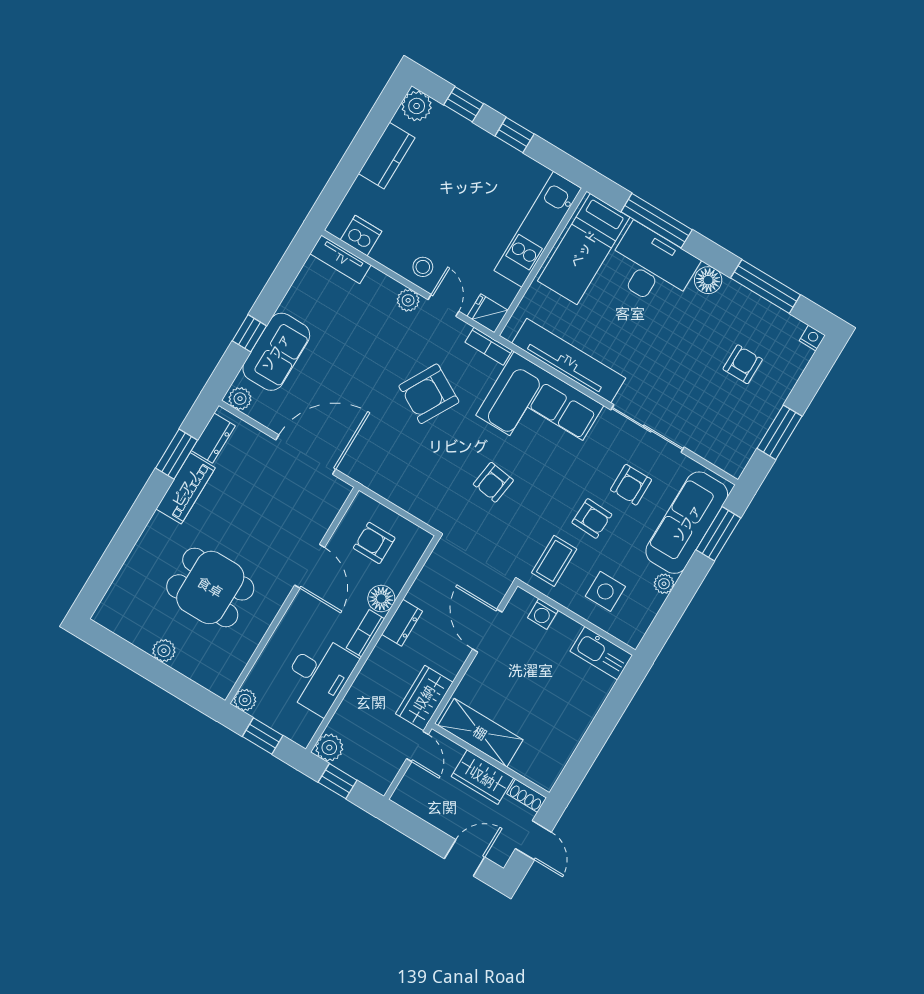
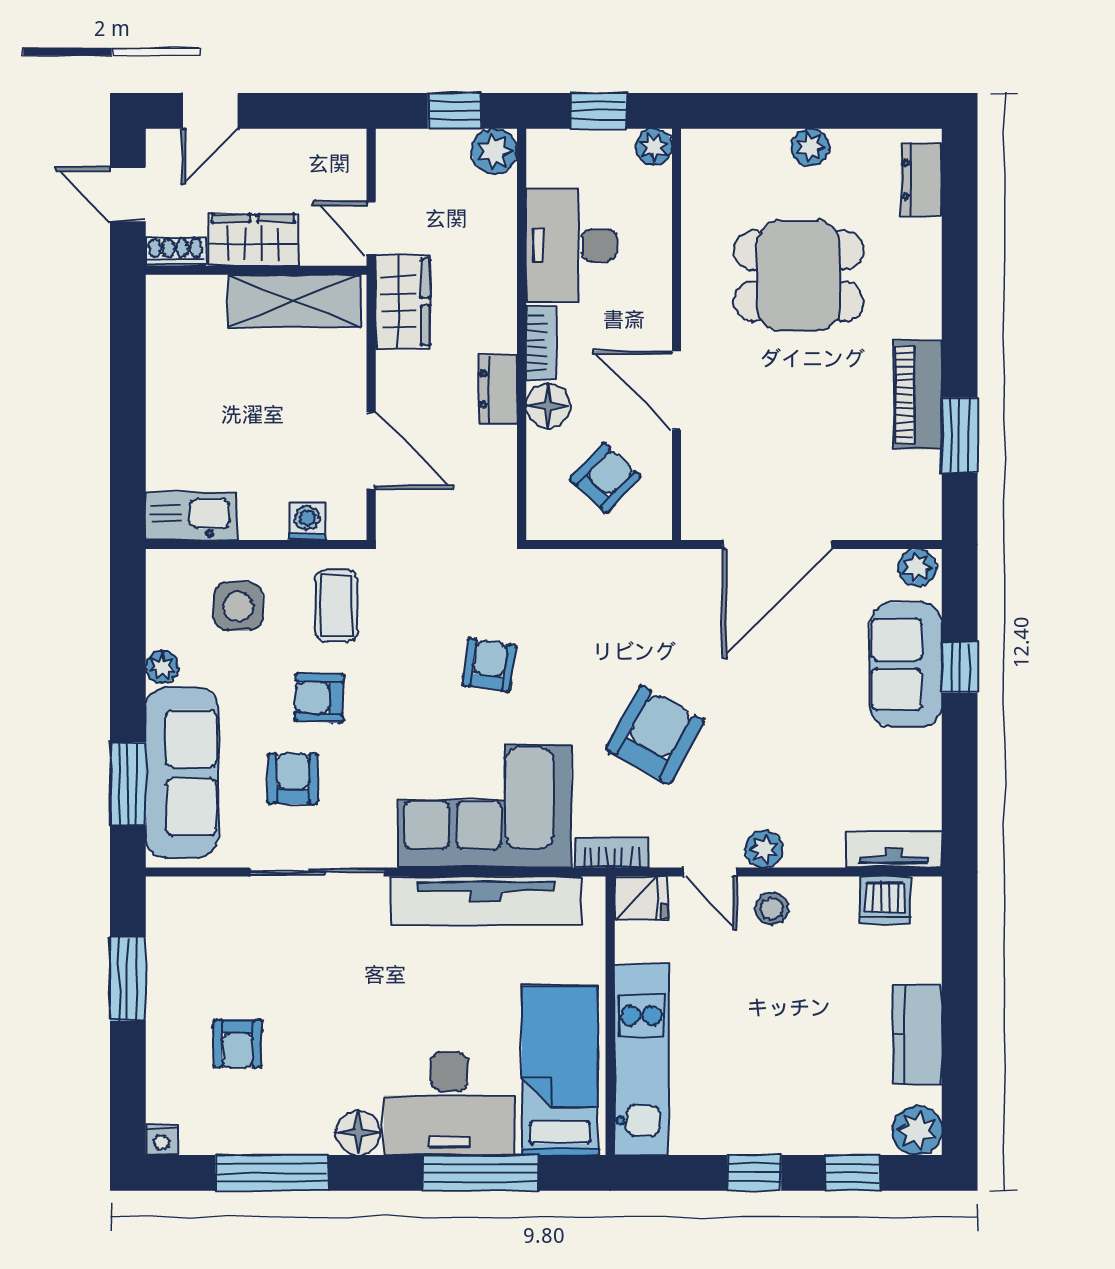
dresser: (213, 438) -> (921, 180), moved
armchair: (374, 543) -> (605, 478), turned -47

